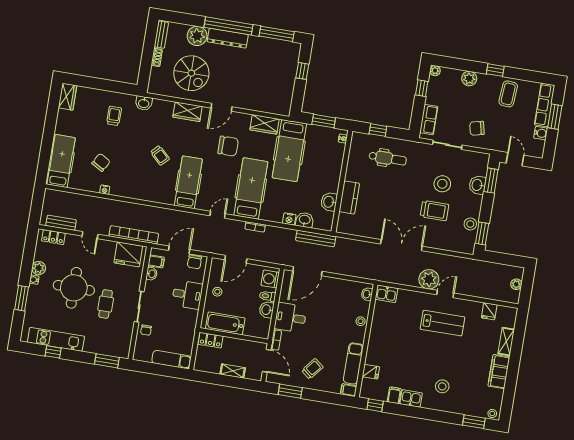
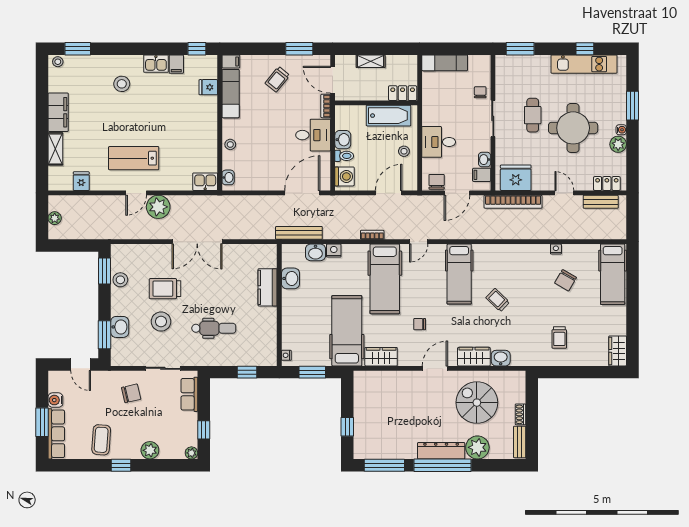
washbasin: (144, 103) -> (501, 358), moved
chair: (228, 146) -> (420, 324), width x0.54, depth x0.54
dental chair: (388, 158) -> (214, 328), moved, turned 180

